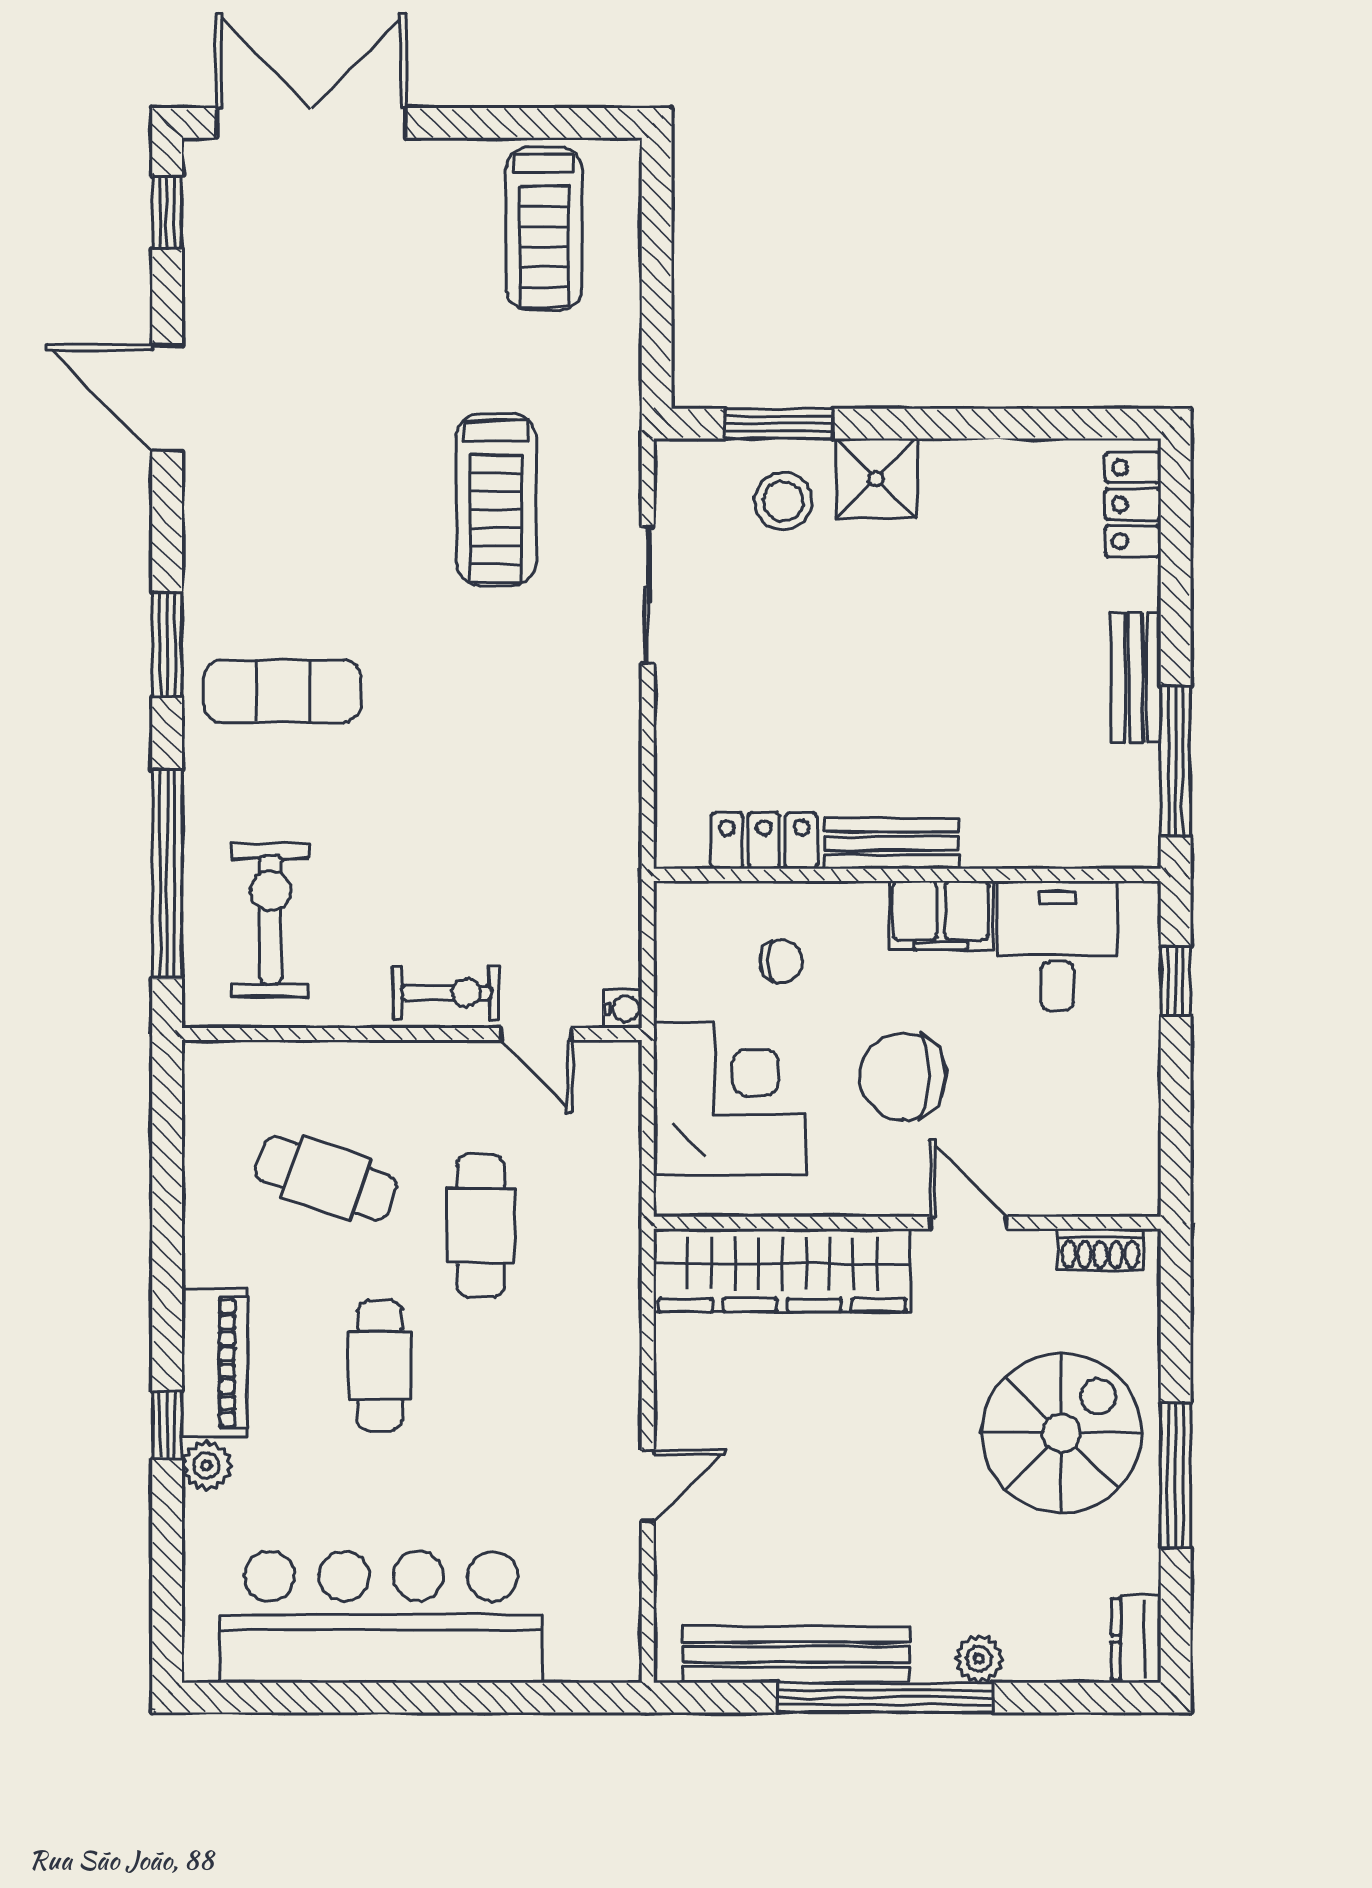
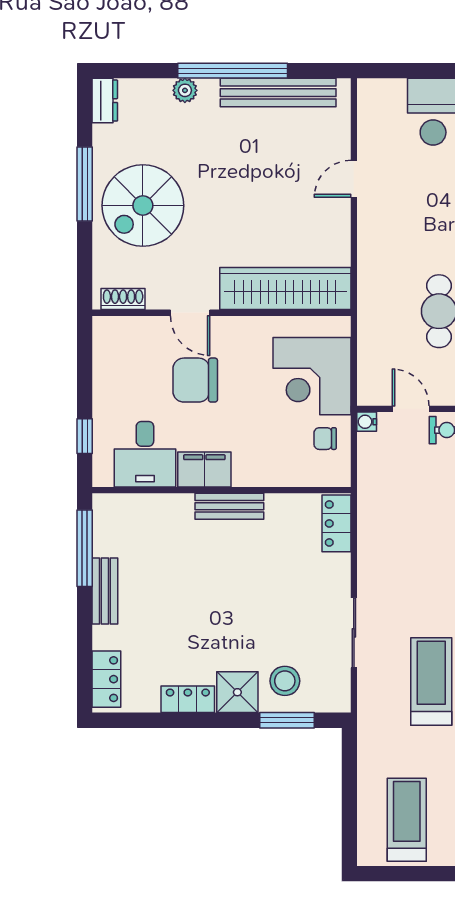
locker: (973, 465) -> (188, 699), added
locker: (764, 841) -> (336, 523), moved, turned 90
chair: (781, 961) -> (325, 439), moved
chair: (903, 1076) -> (195, 380), moved, turned 180

